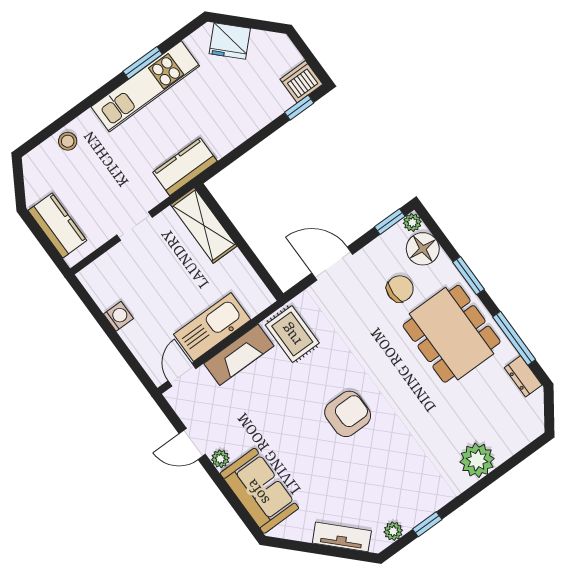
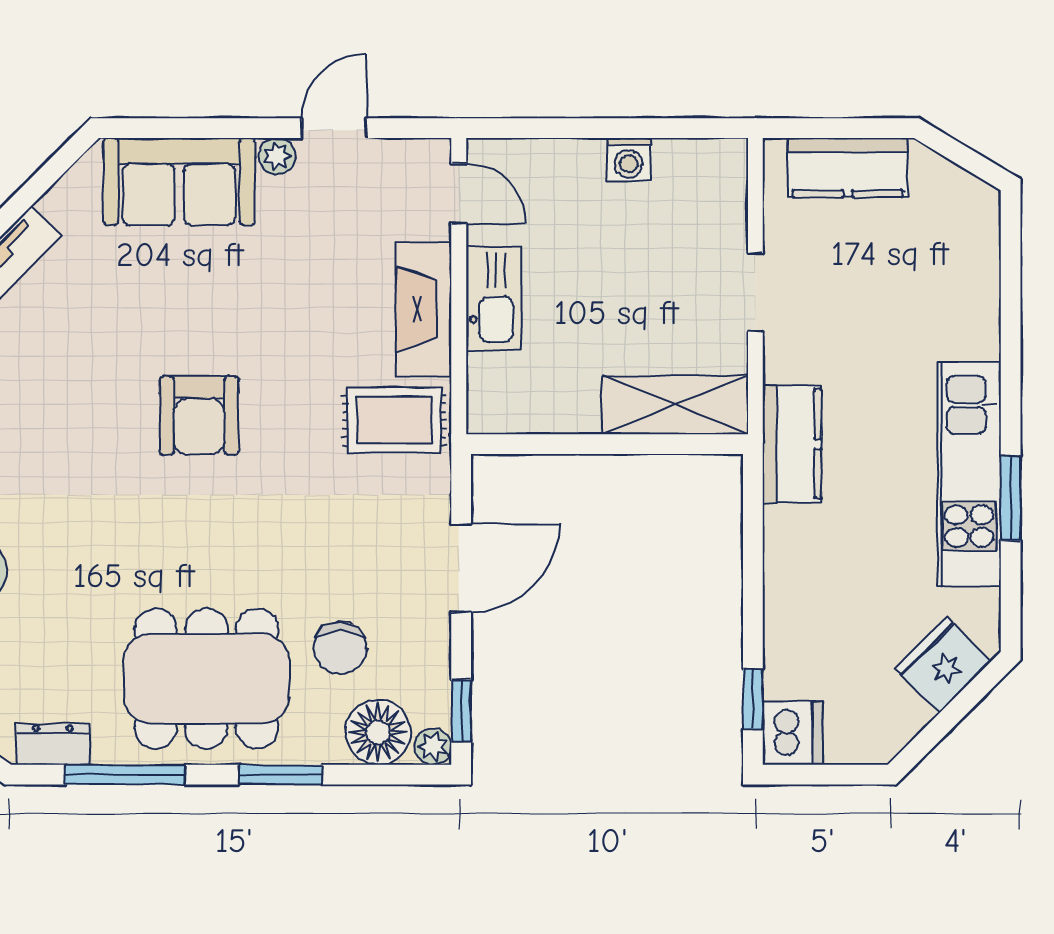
stool: (68, 141) -> (972, 284), removed
kitchen sink: (212, 327) -> (494, 299), width x0.73, depth x0.81

